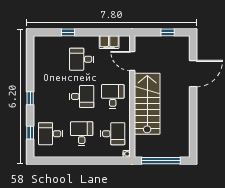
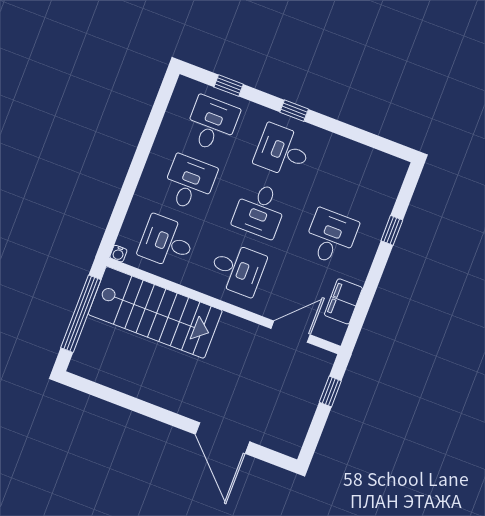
window: (168, 32) -> (330, 392), moved
desk: (51, 96) -> (283, 151), added
stairs: (147, 104) -> (155, 312), moved
desk: (82, 134) -> (189, 183), turned -90
desk: (113, 134) -> (167, 242), turned 90

